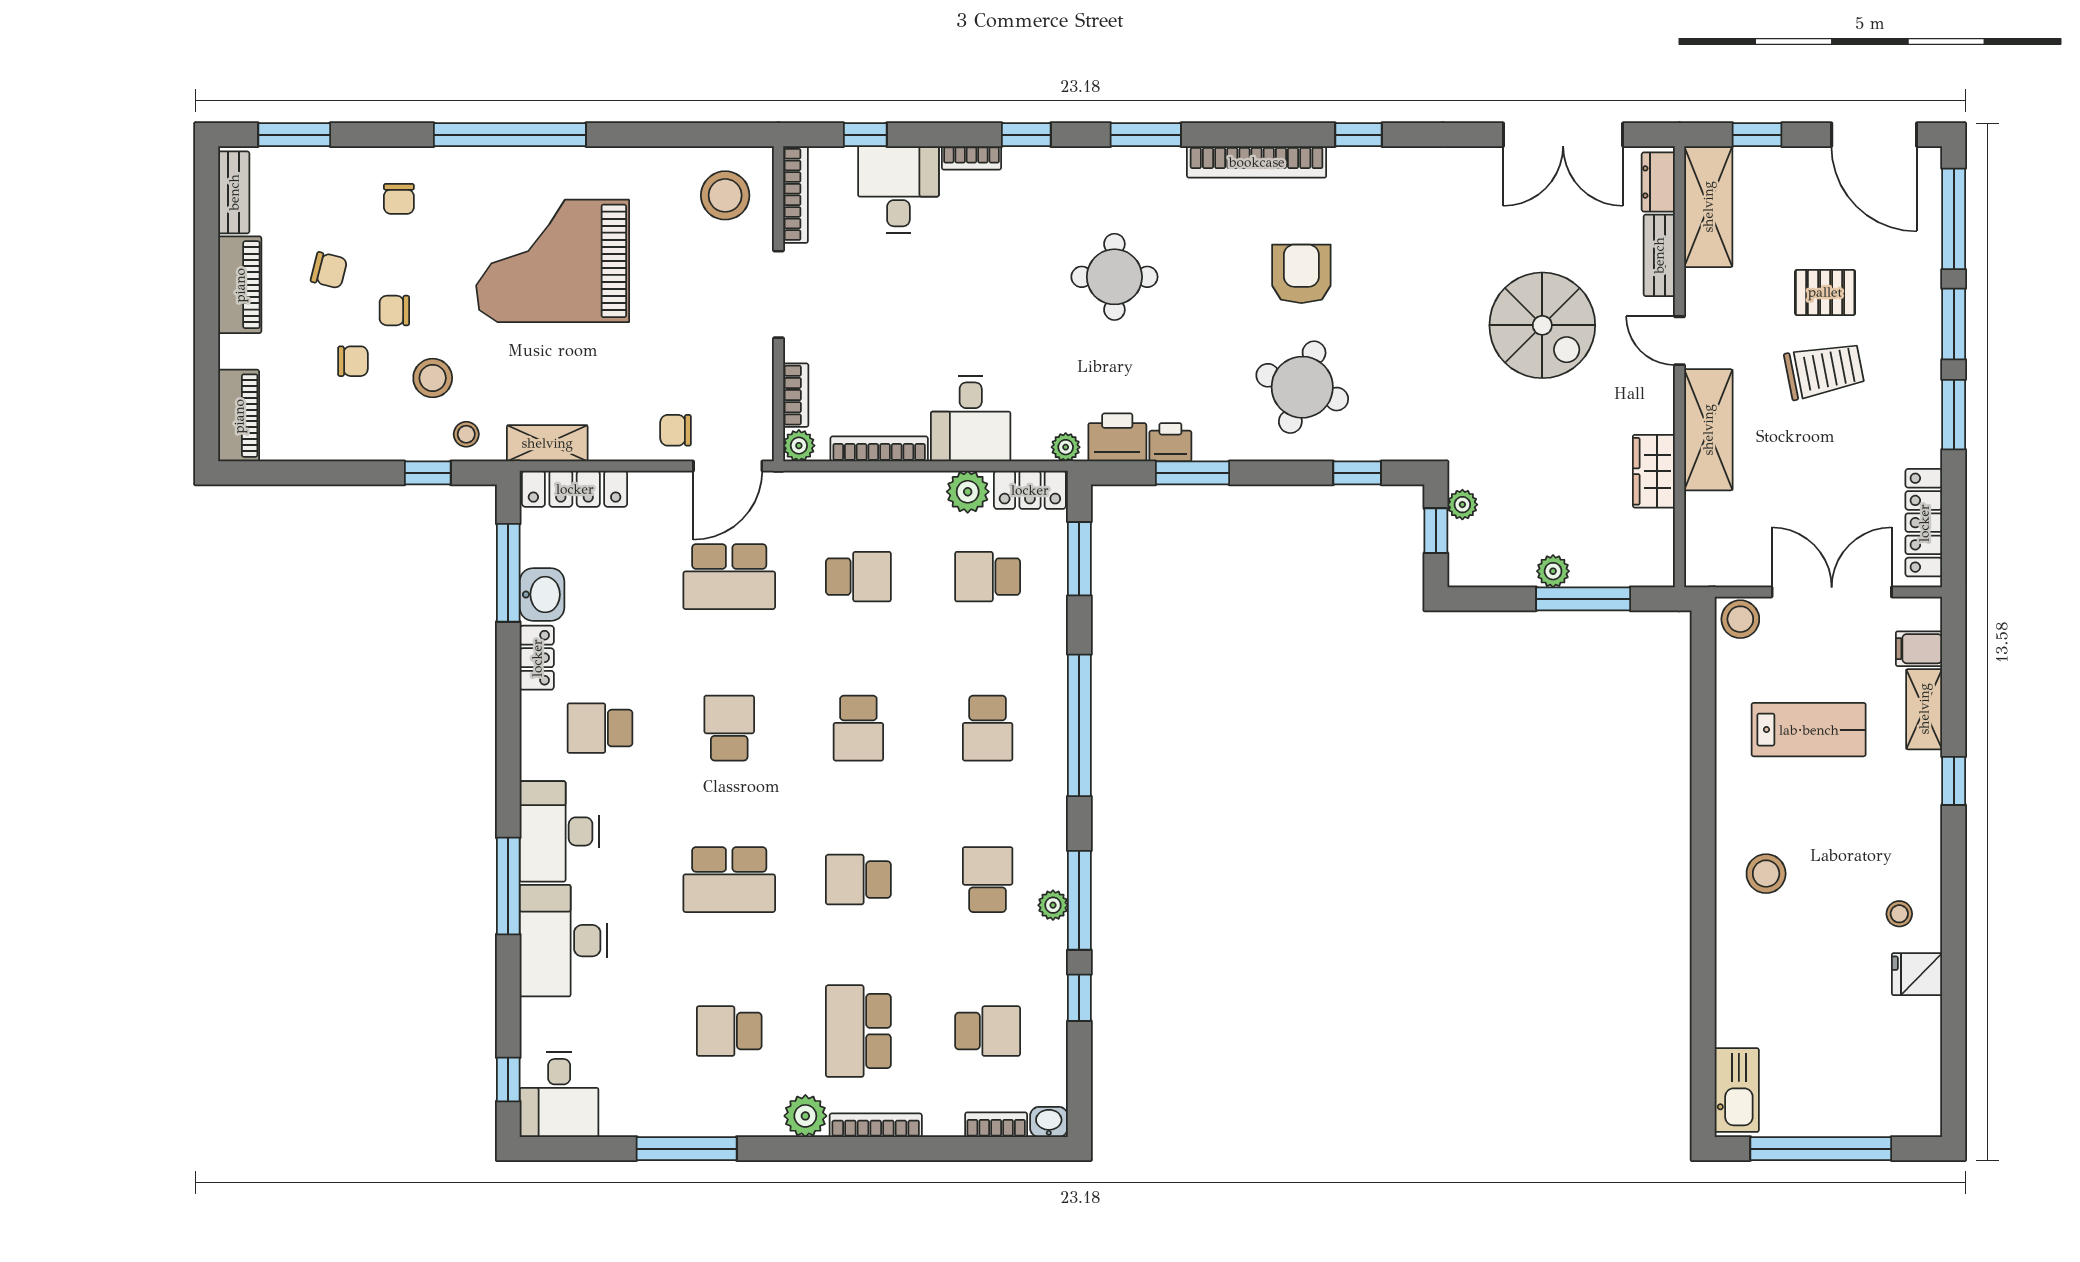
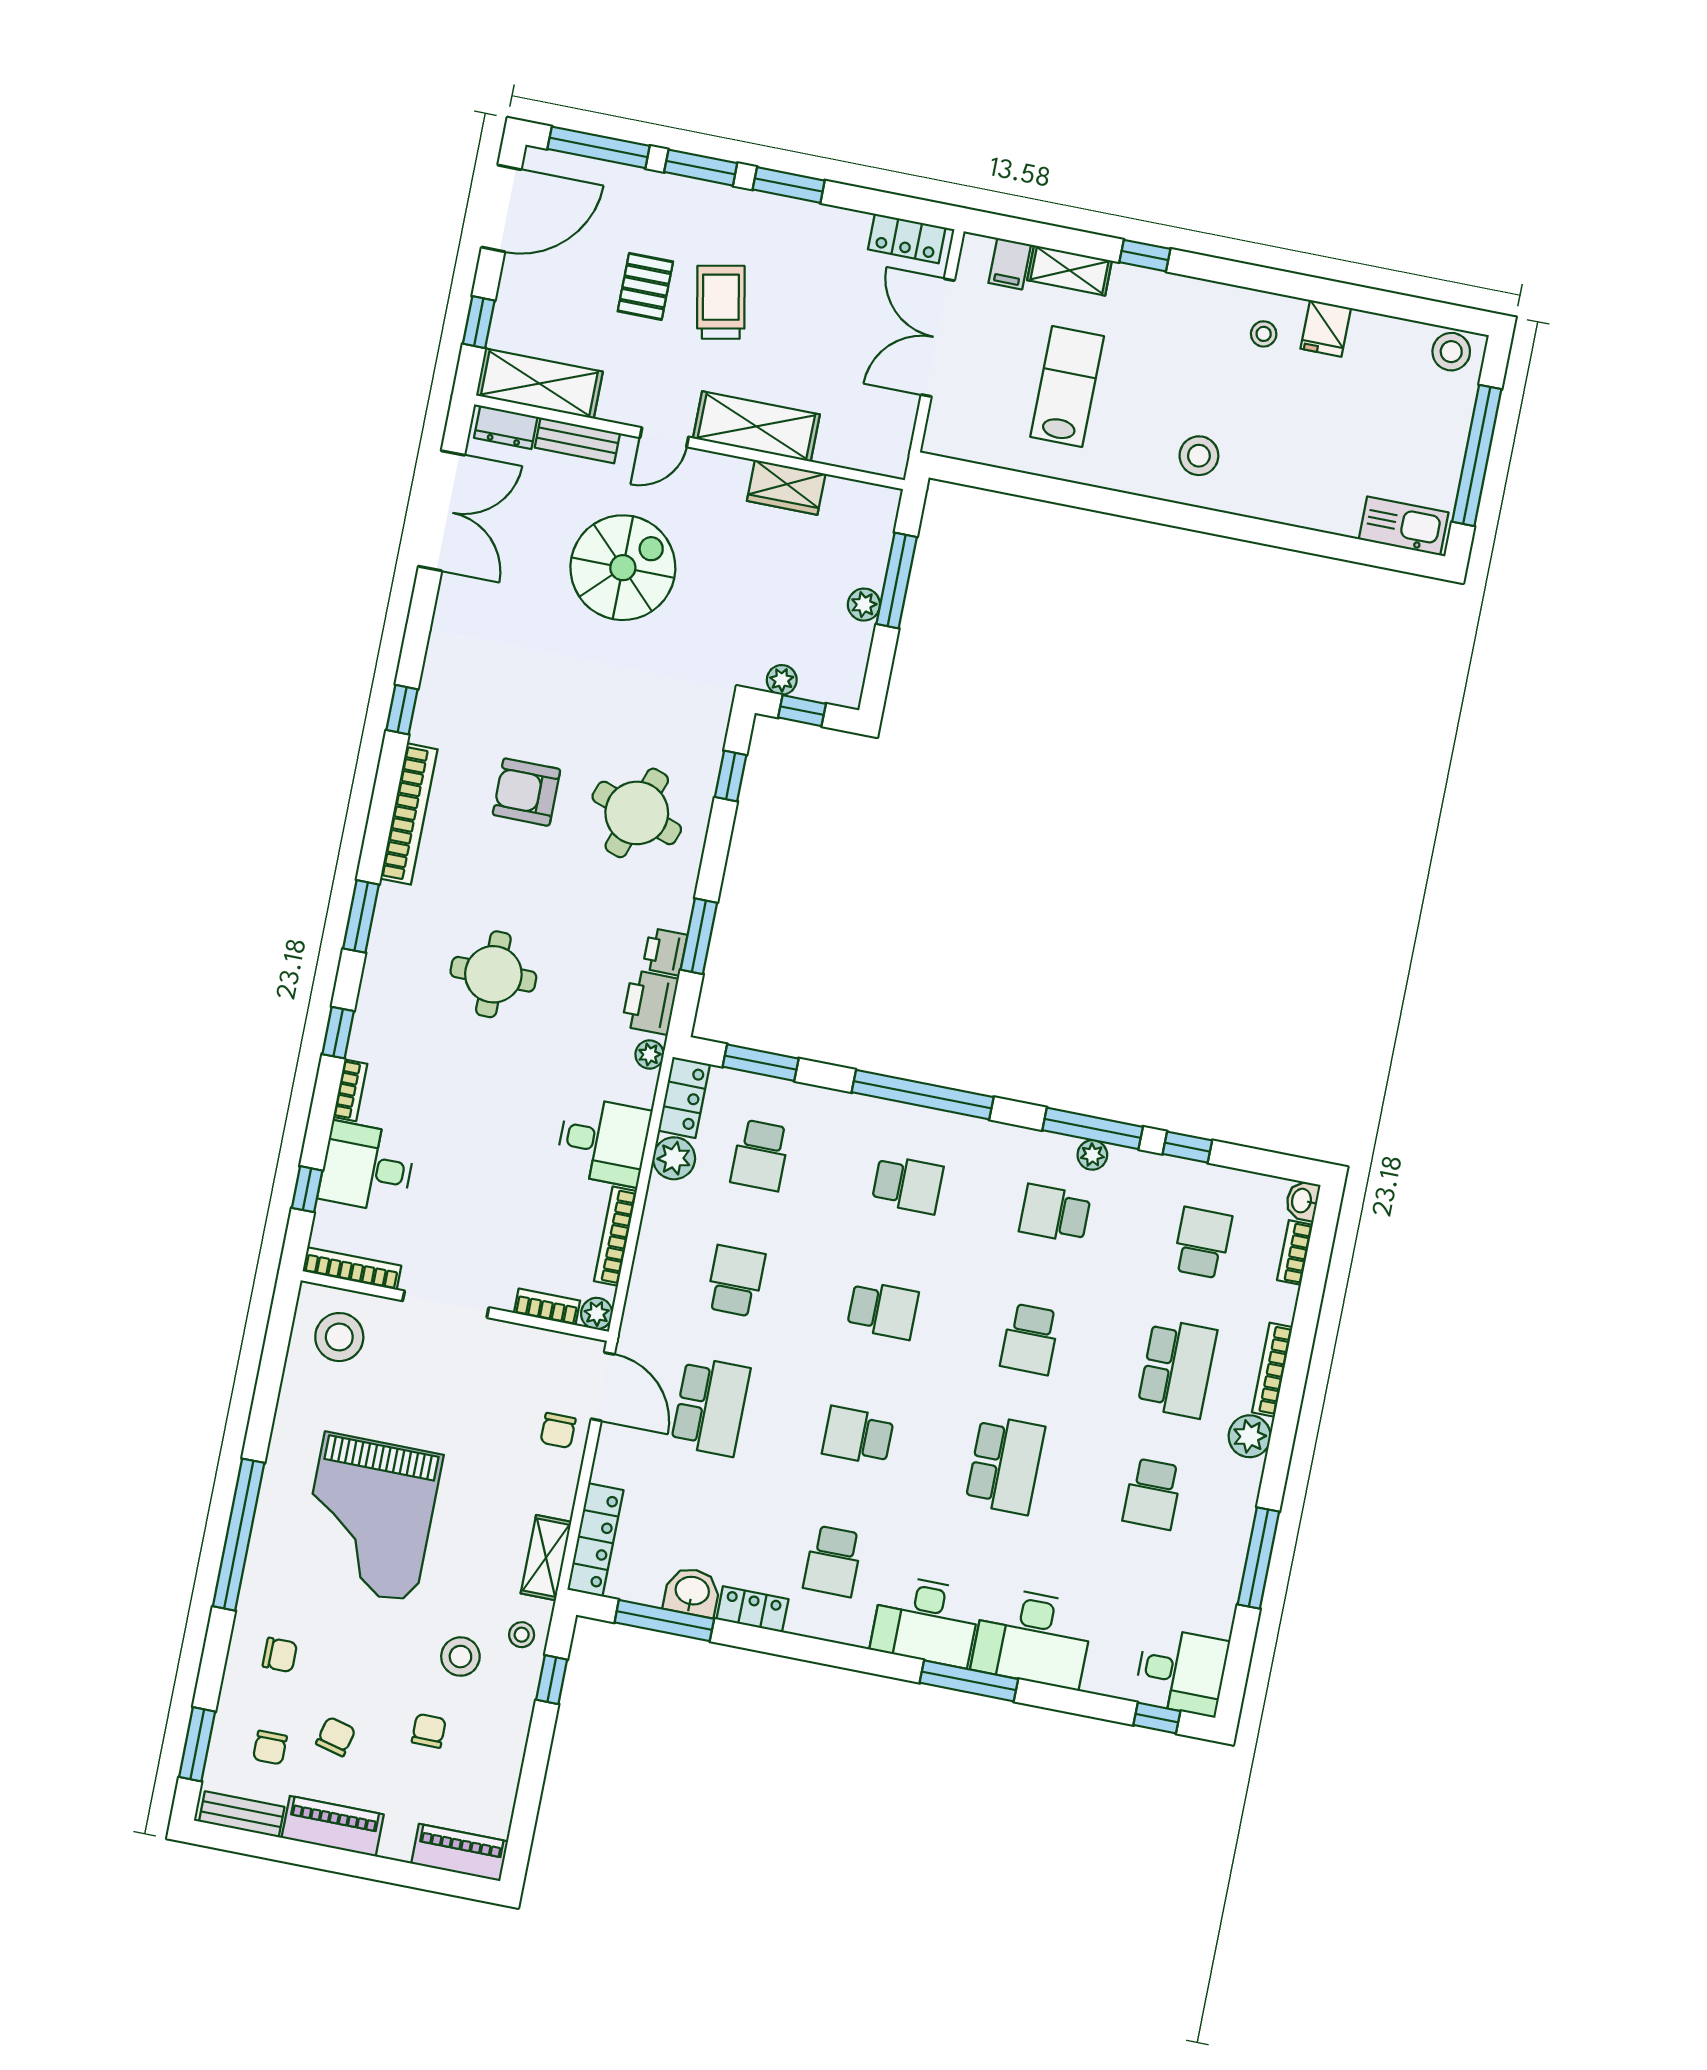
chair: (394, 310) -> (270, 1748), moved
locker: (1924, 523) -> (907, 239), width x0.66
stool: (1740, 619) -> (1451, 352), moved
school desk: (858, 1031) -> (1177, 1368), turned -90

